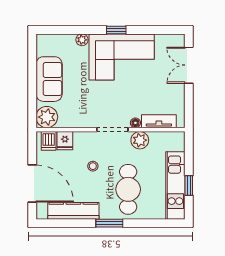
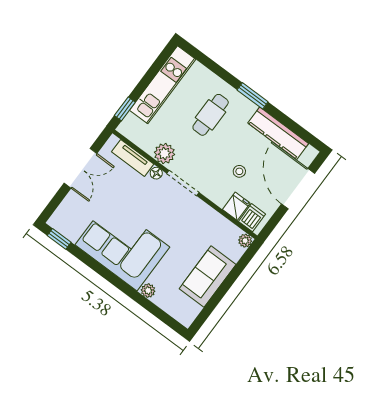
window: (116, 30) -> (59, 239), moved
double door: (189, 65) -> (81, 168), moved
plant: (47, 117) -> (245, 241), width x0.53, depth x0.53
stool: (93, 166) -> (239, 171), moved
window: (189, 185) -> (125, 109), moved
cafe table: (128, 189) -> (211, 115), width x0.73, depth x0.74

